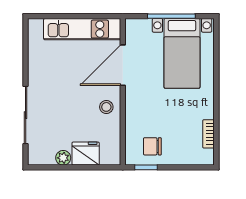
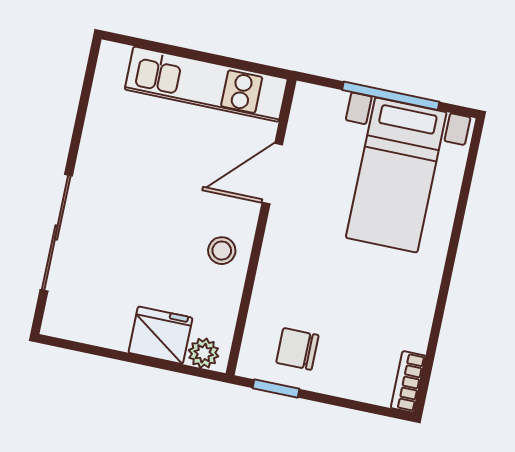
door: (123, 65) -> (272, 174), width x0.73
bookcase: (209, 134) -> (408, 382), moved
plant: (63, 158) -> (204, 353), moved

